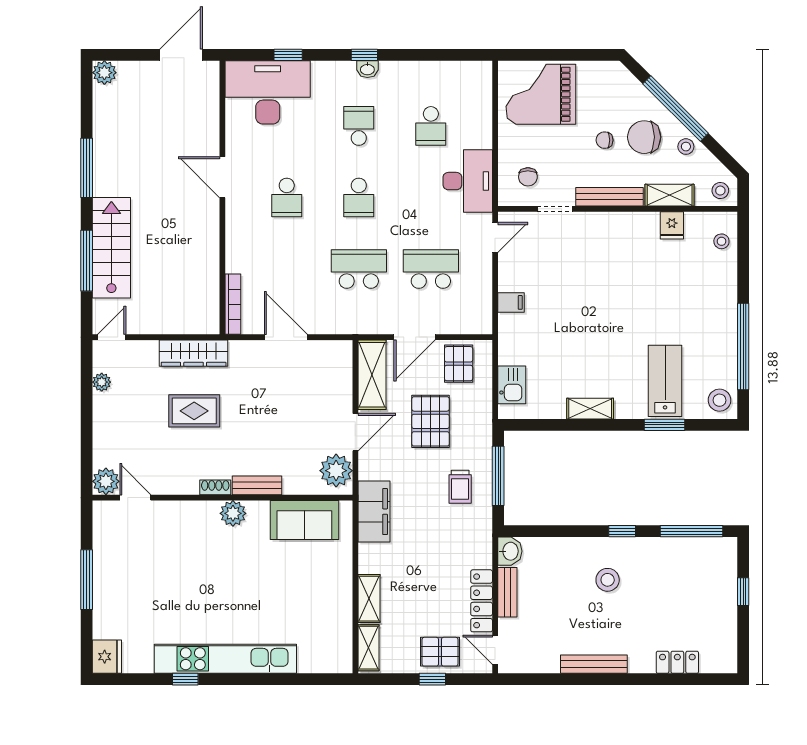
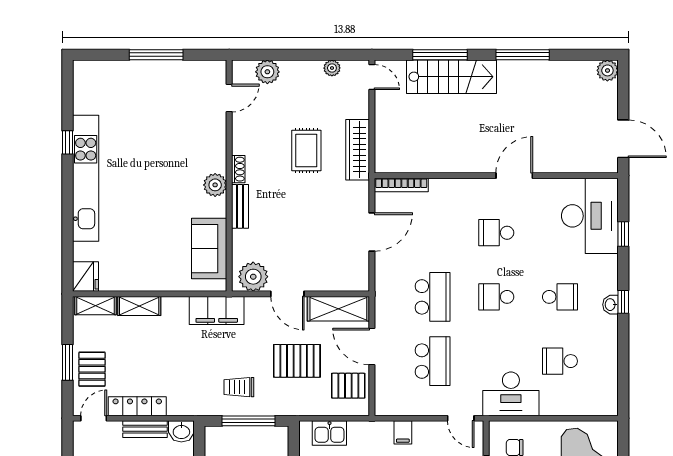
plant: (106, 481) -> (267, 72), moved
fridge: (107, 657) -> (85, 276), moved, turned -90
window: (432, 679) -> (67, 362), width x1.50

